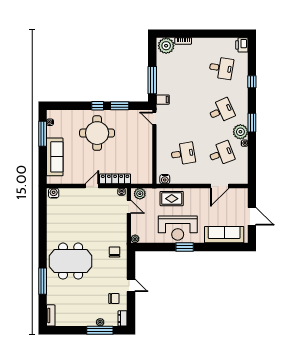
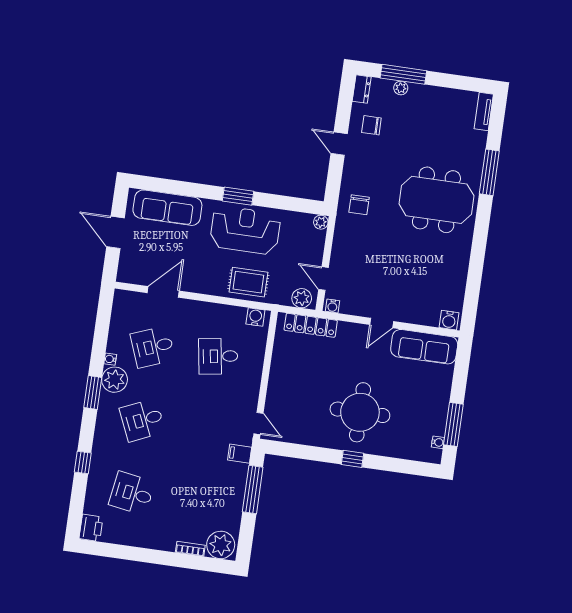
window: (120, 106) -> (315, 454), removed
sofa: (55, 157) -> (424, 347), moved, turned -90
locker: (115, 179) -> (311, 325), moved

